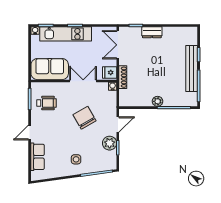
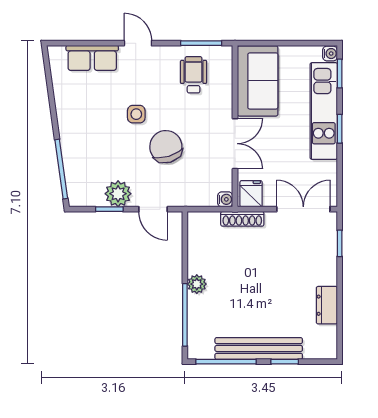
dresser: (152, 32) -> (327, 305), moved
wheelchair: (46, 103) -> (194, 75), turned 180
chair: (85, 118) -> (166, 147), turned -77
side table: (76, 159) -> (136, 114), moved

